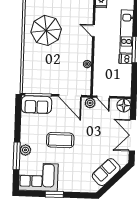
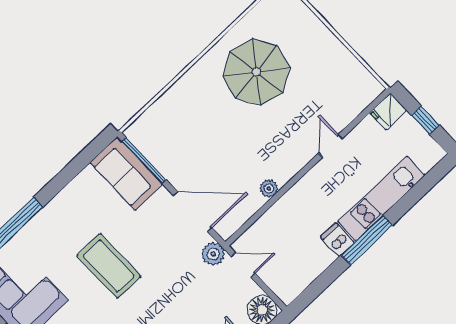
door: (70, 96) -> (193, 212), swing flipped
door: (103, 97) -> (243, 265), swing flipped
plant: (25, 150) -> (39, 228), removed

